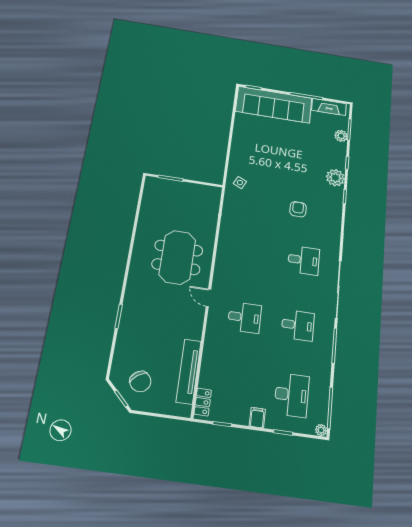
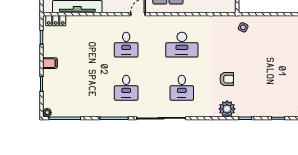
plant: (335, 178) -> (227, 109), moved
desk: (292, 395) -> (182, 45), moved

